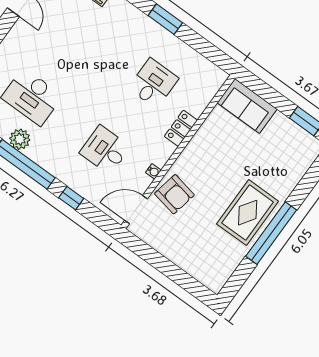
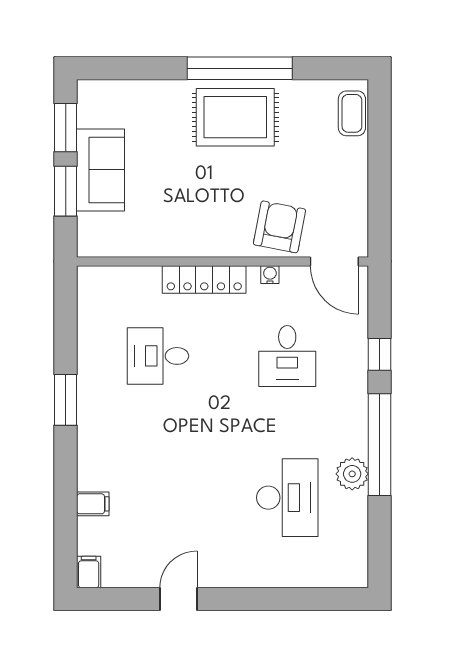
window: (273, 97) -> (66, 191), added
sofa: (247, 106) -> (100, 170), moved
locker: (181, 128) -> (204, 279), width x1.53
coffee table: (206, 274) -> (352, 113), added

